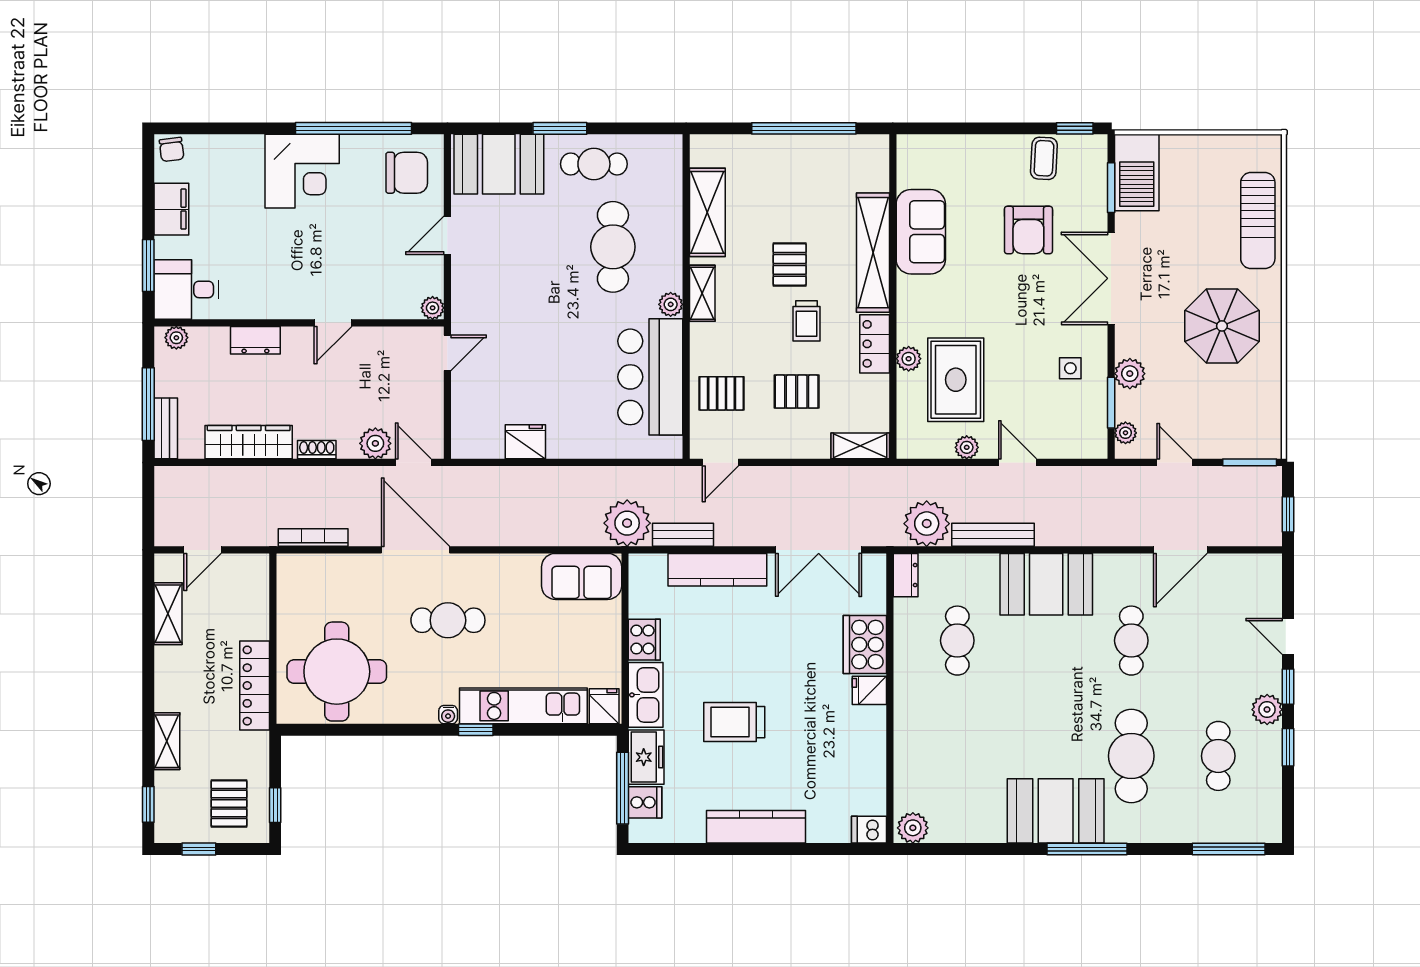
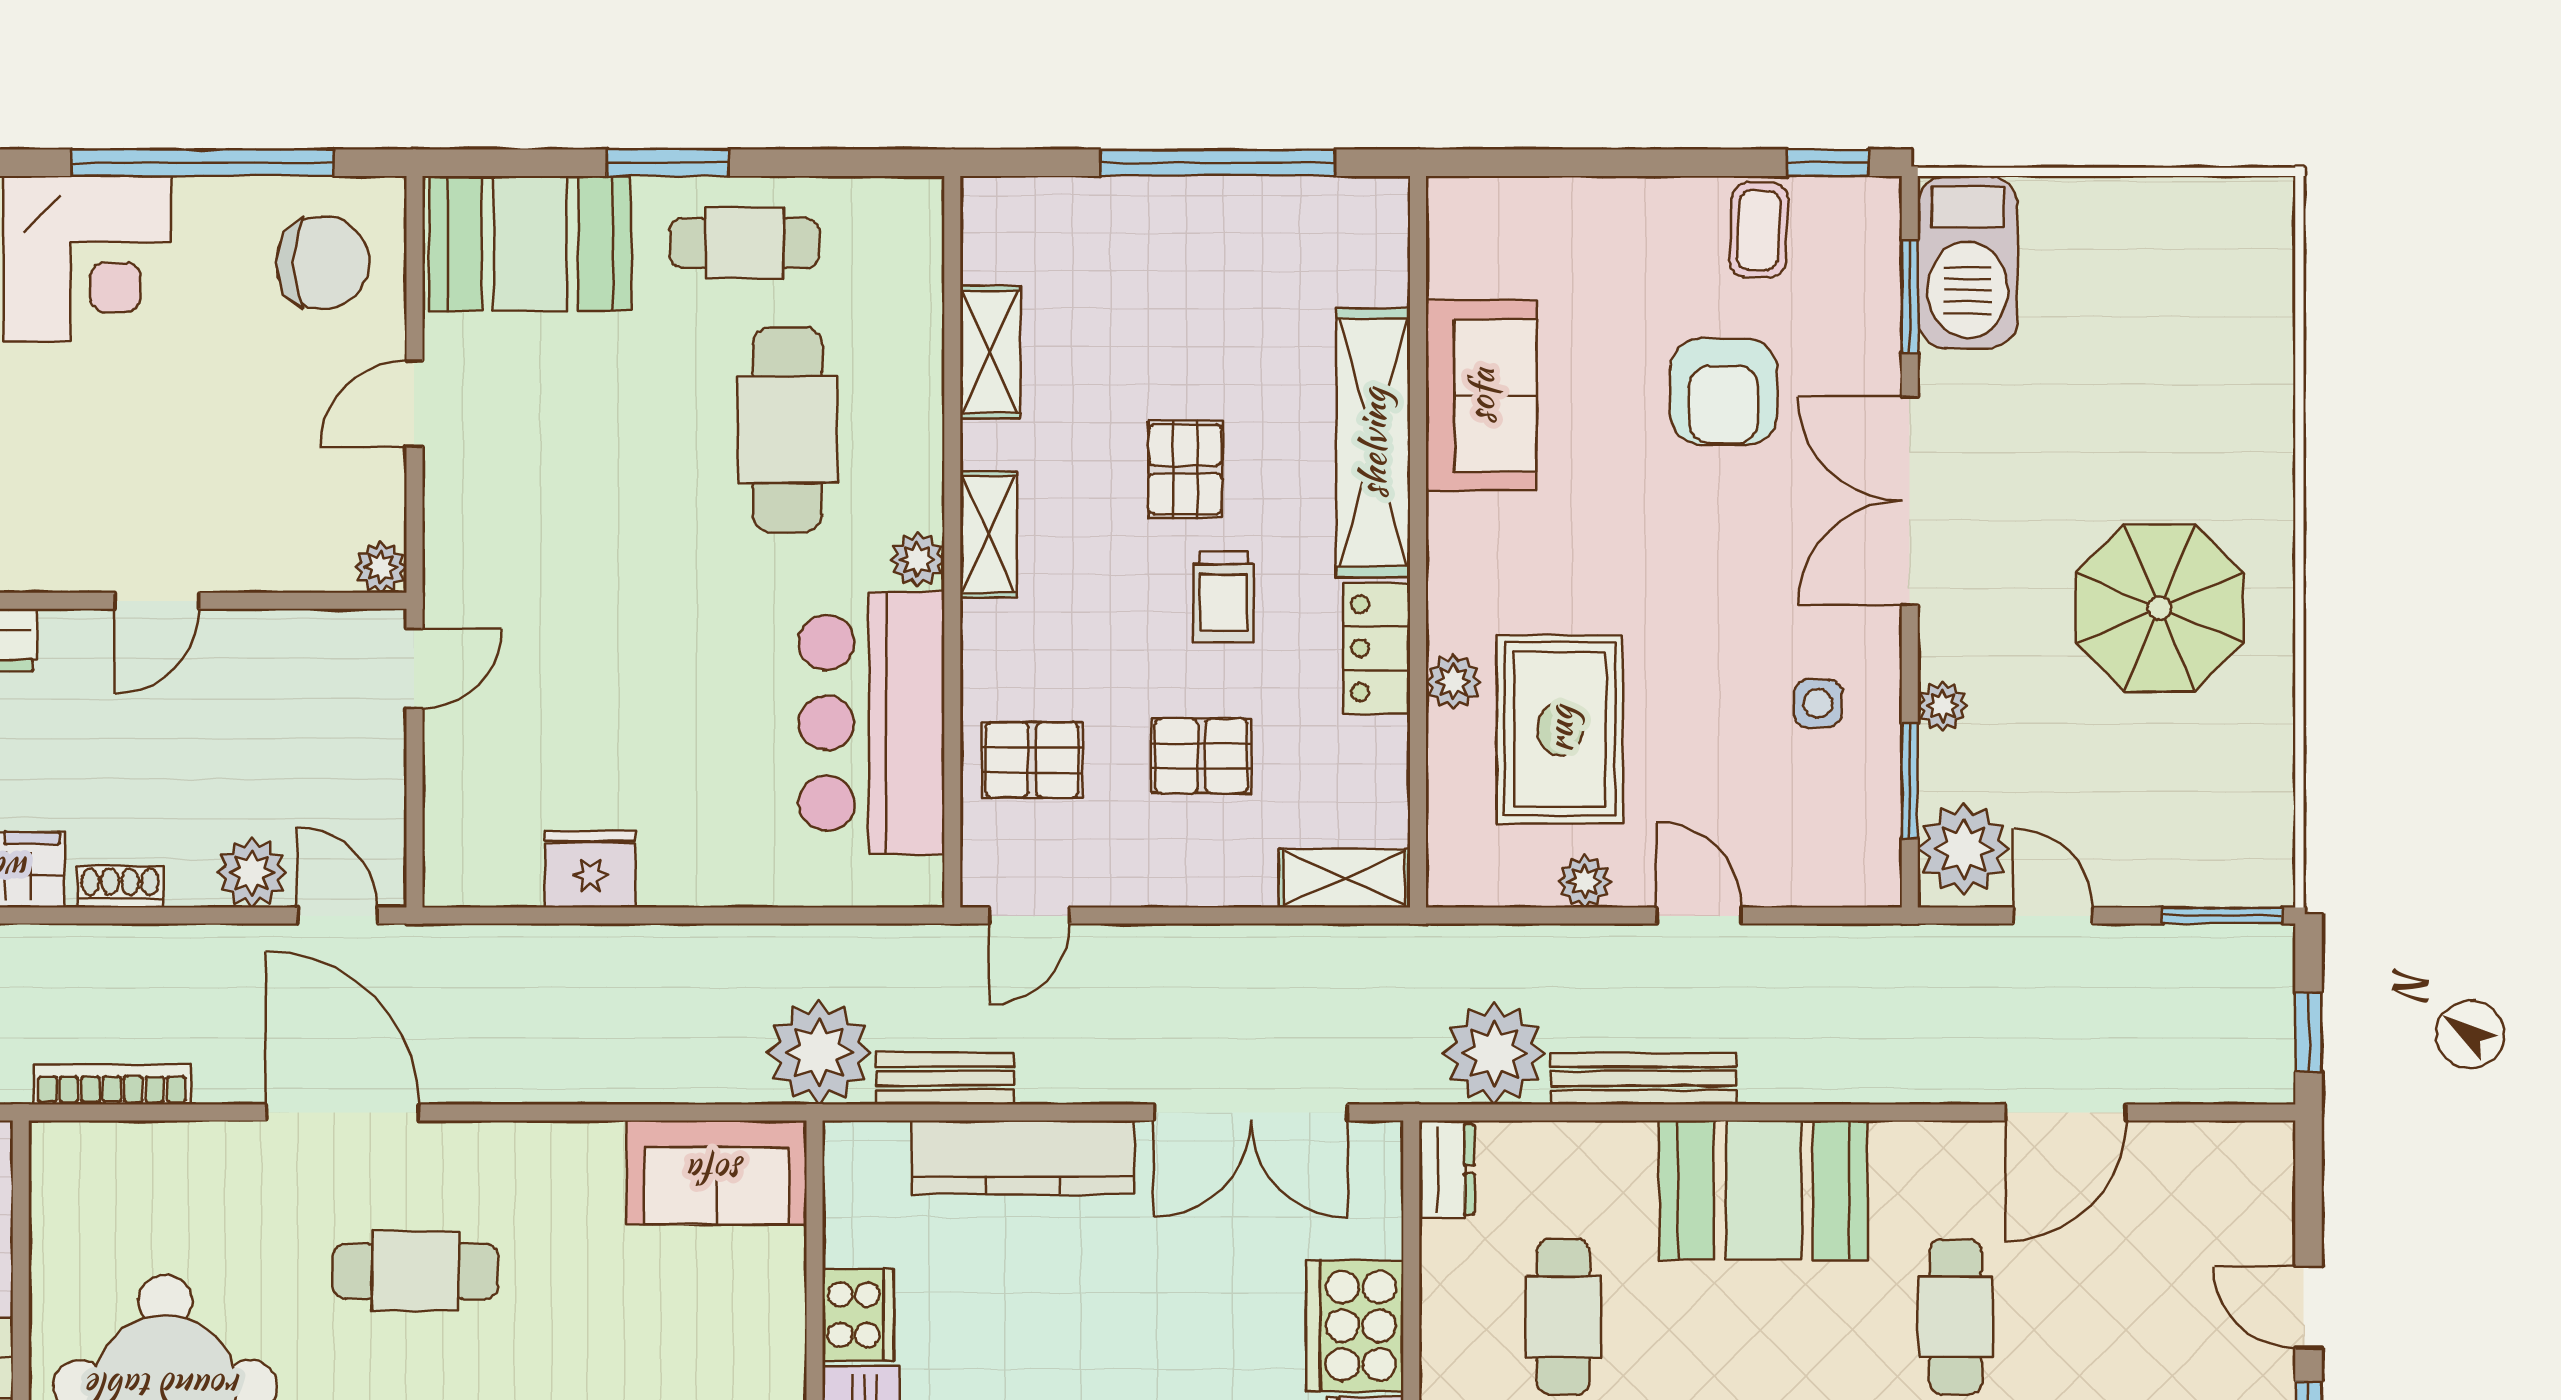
shelving: (707, 212) -> (990, 352), width x0.67, depth x0.75
sun lounger: (1258, 221) -> (2240, 370), removed
plant: (1130, 374) -> (1943, 706), width x0.73, depth x0.73
plant: (1125, 433) -> (1964, 849), width x1.87, depth x1.87

